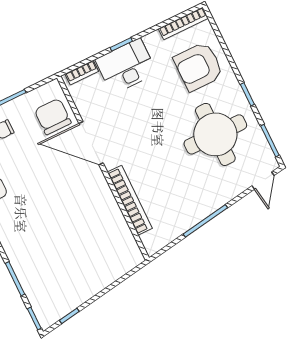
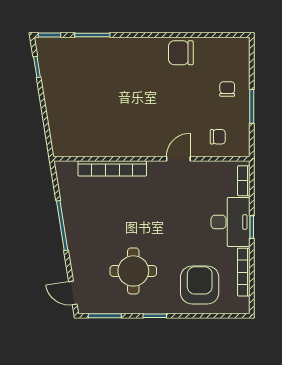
bookcase: (183, 23) -> (244, 272), moved
chair: (53, 117) -> (218, 137), width x0.54, depth x0.54
round table: (215, 134) -> (133, 271), width x0.73, depth x0.73
door: (91, 143) -> (178, 159), width x0.53

